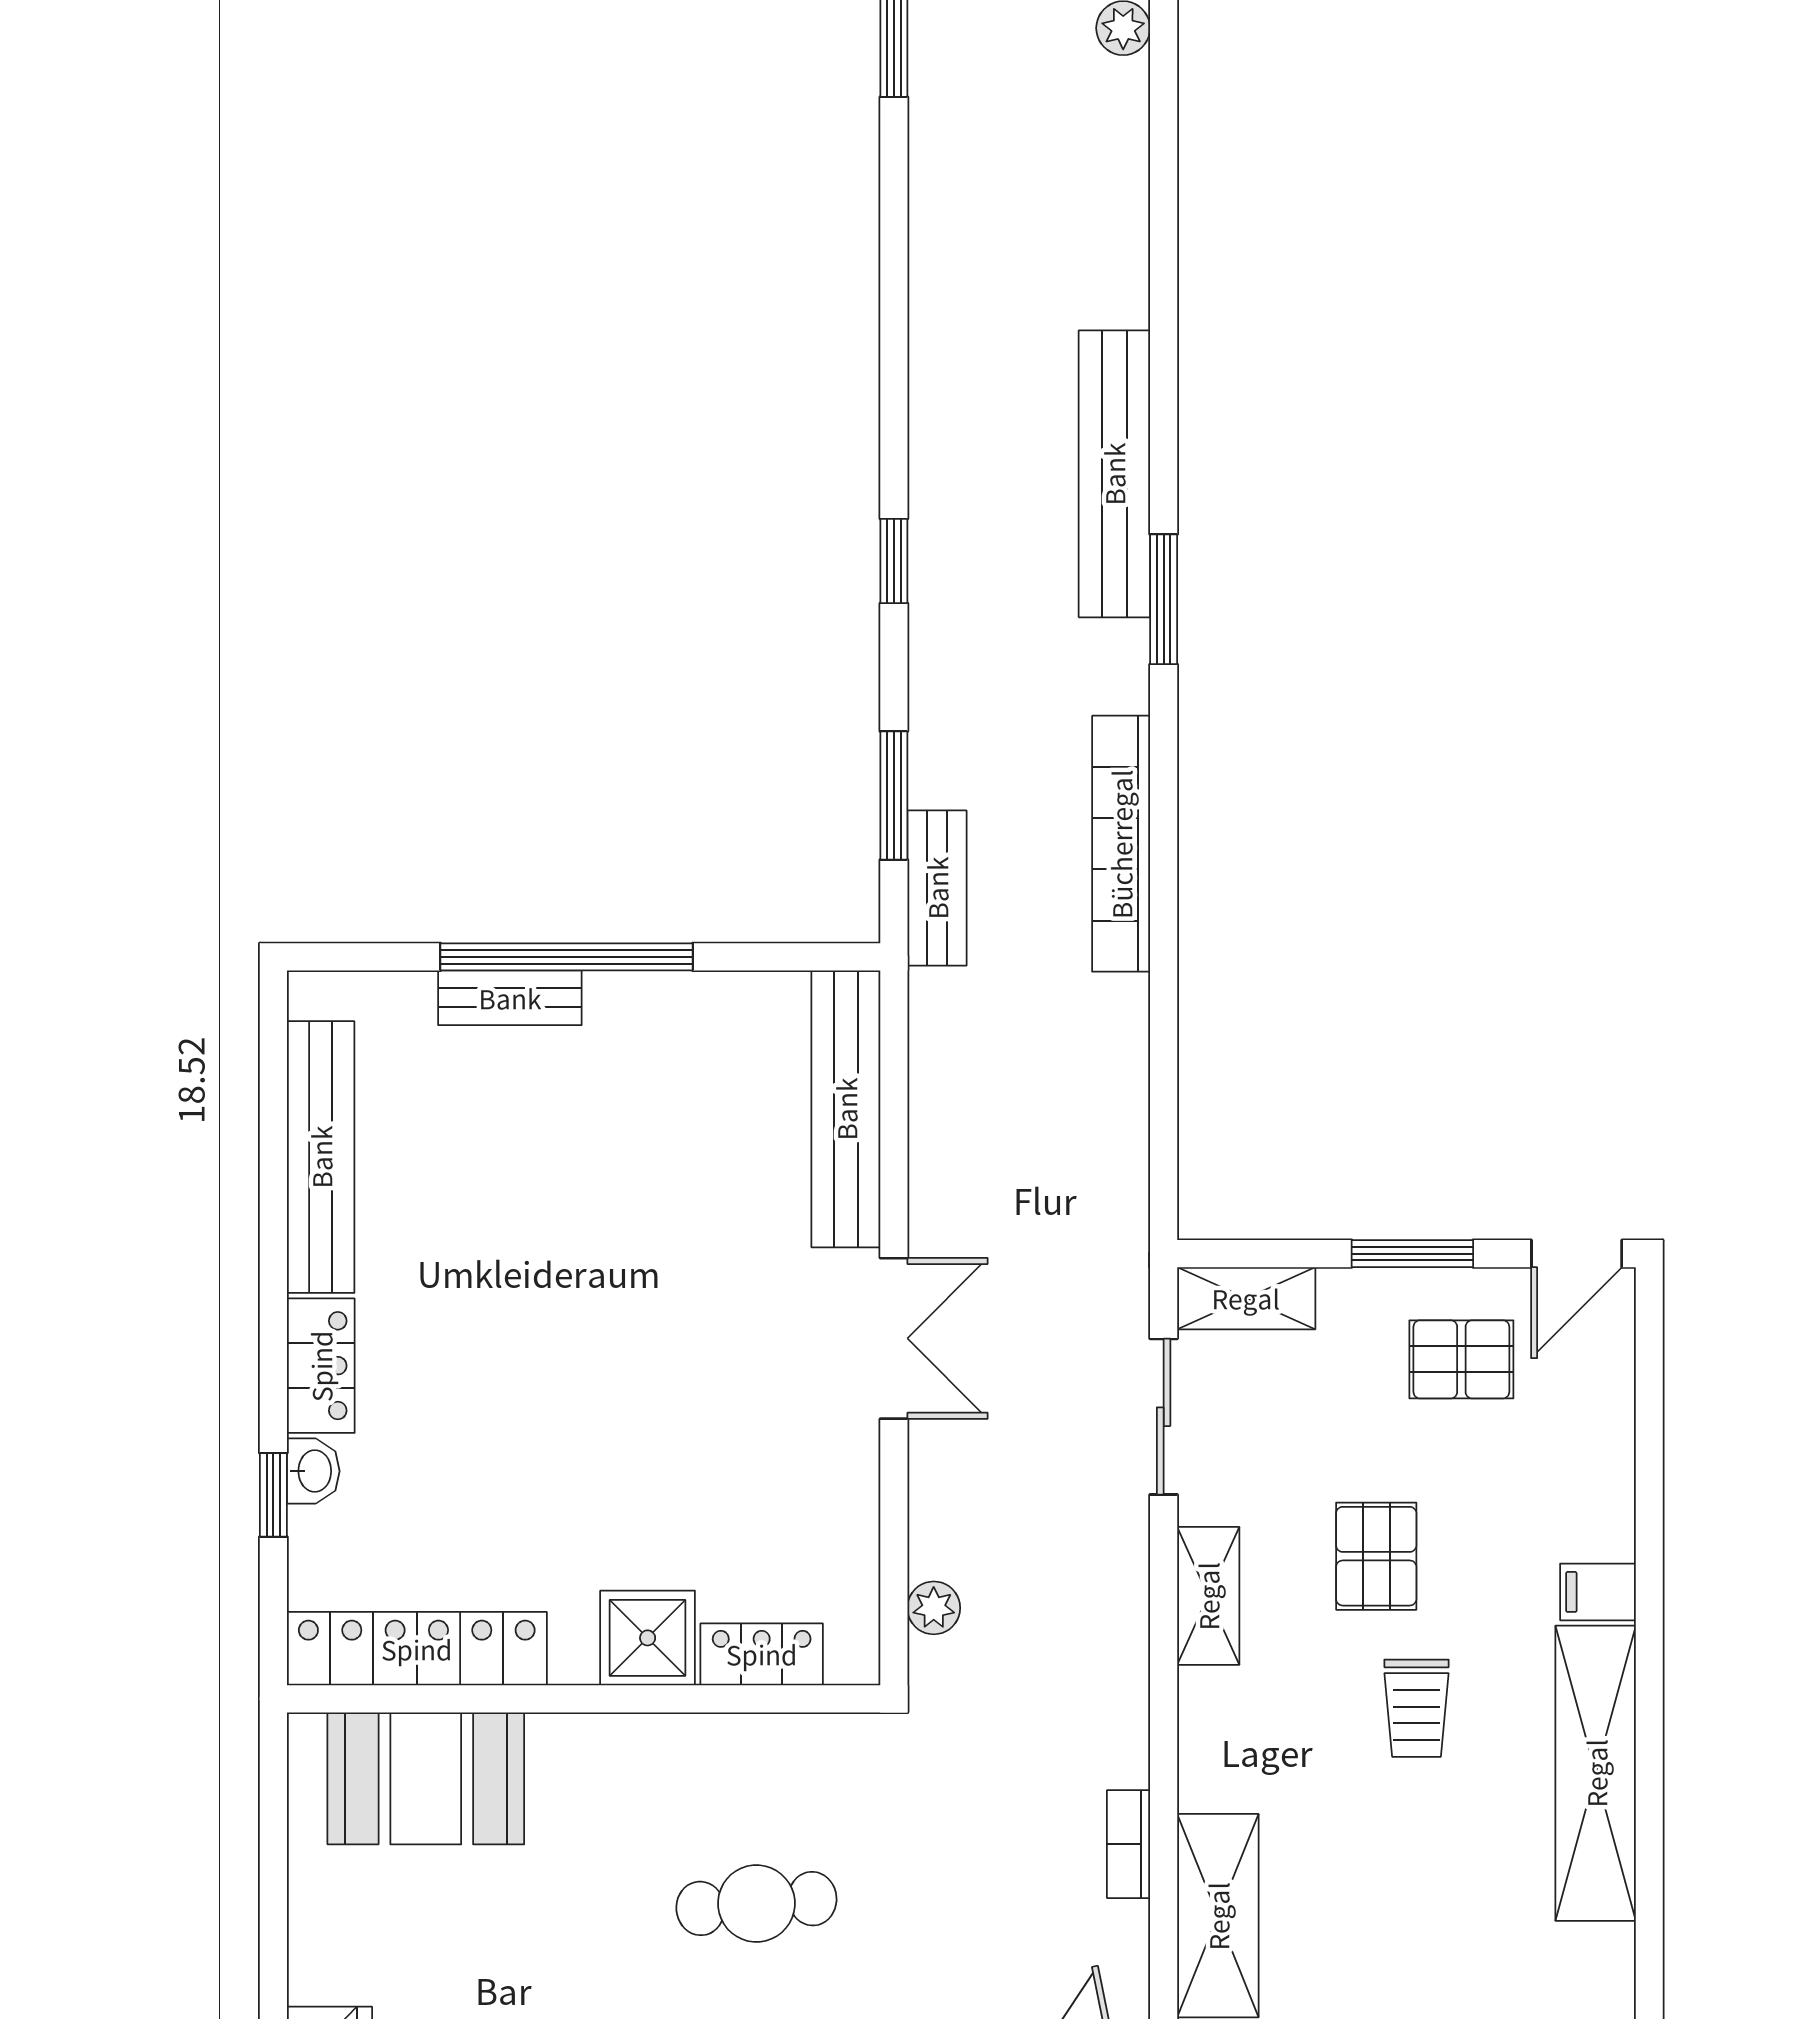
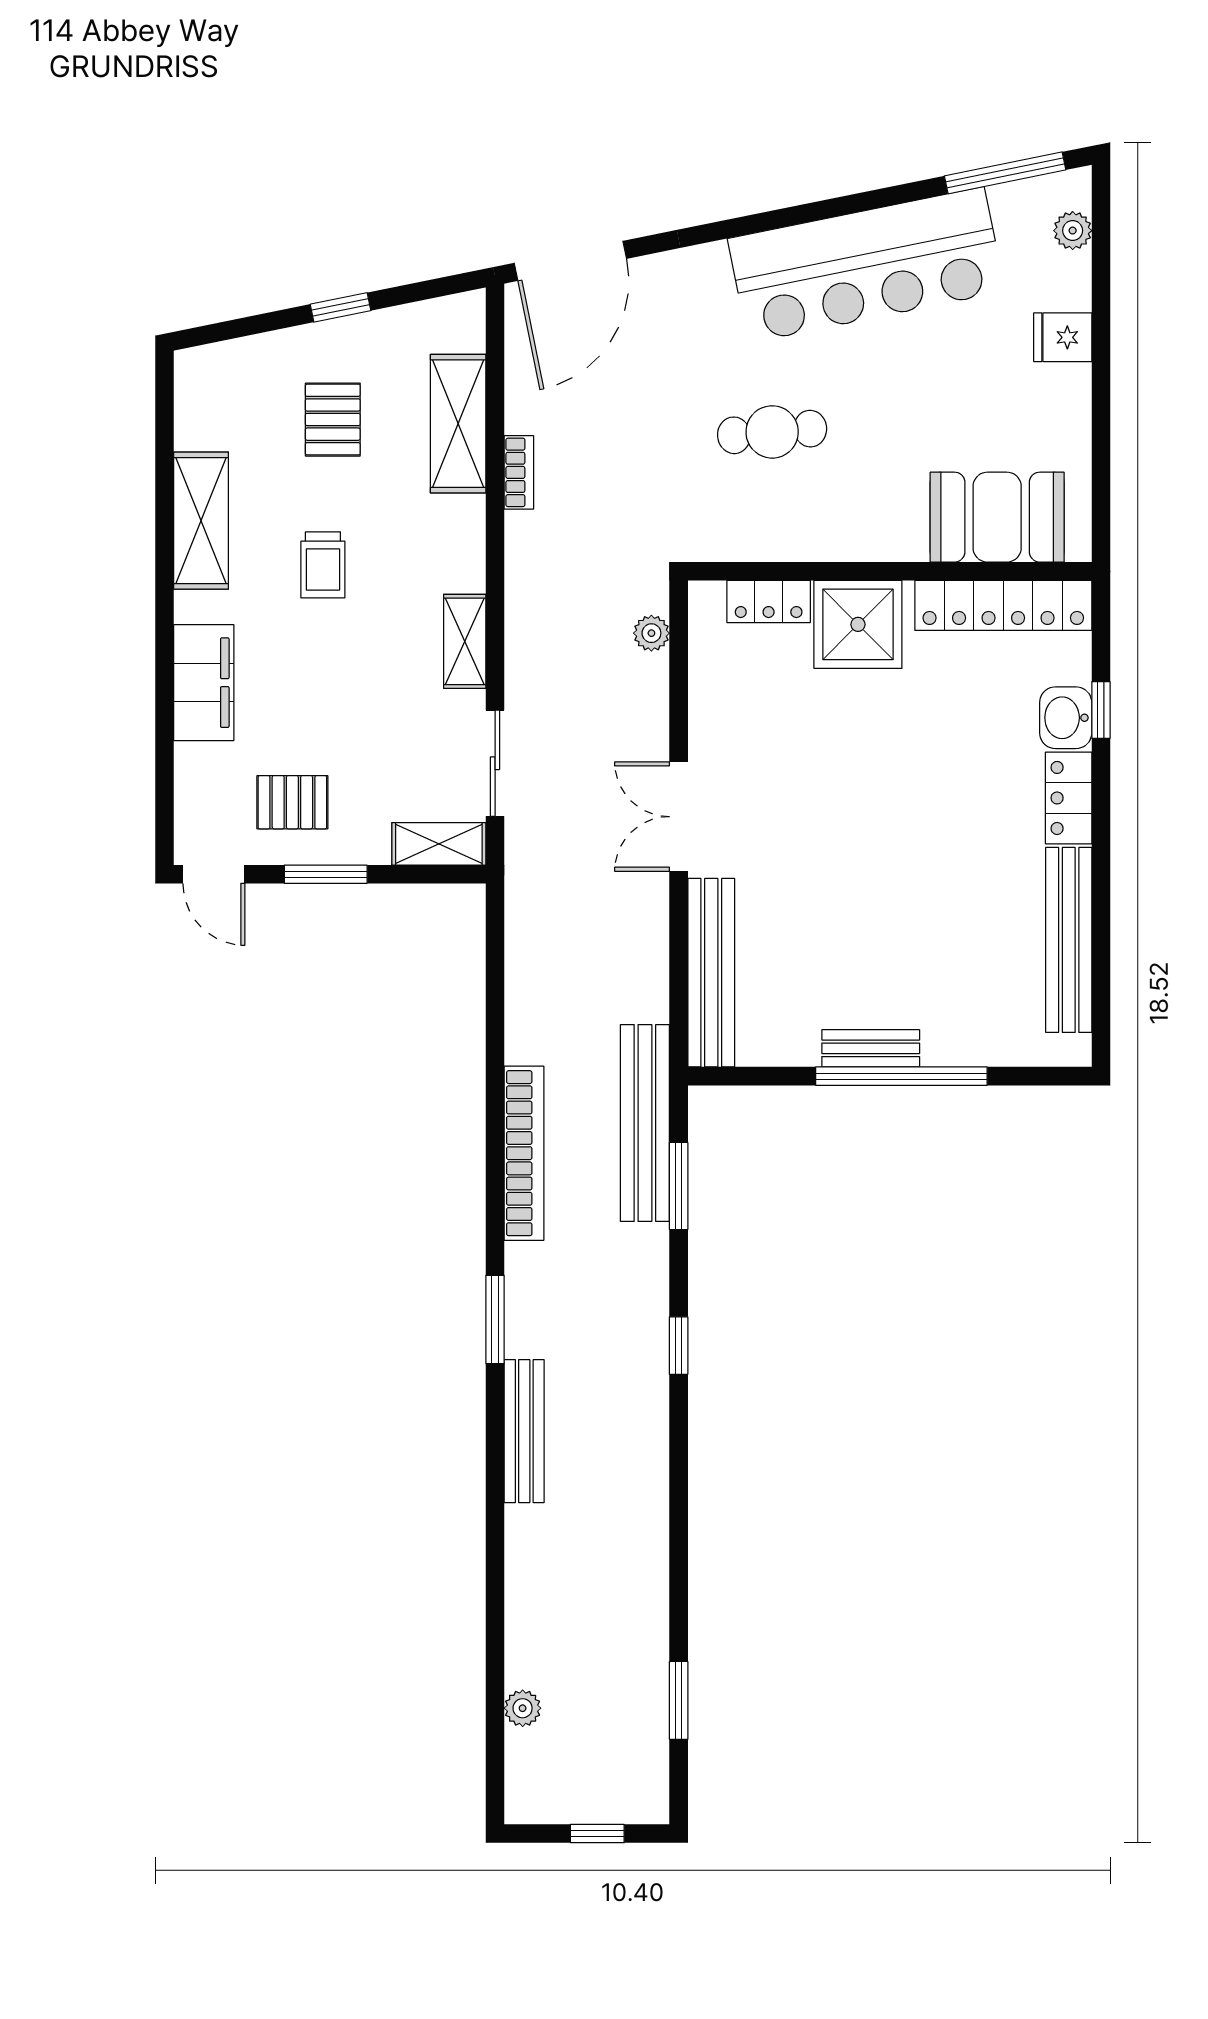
bench: (1114, 474) -> (524, 1431), width x0.73, depth x0.82
bench: (937, 888) -> (645, 1123), width x1.86, depth x1.21
bench: (510, 998) -> (871, 1048), moved
door: (1577, 1254) -> (214, 874), swing flipped
washbasin: (313, 1471) -> (1066, 718), width x1.38, depth x1.45
pallet: (1376, 1556) -> (333, 420), moved
filing cabinet: (1598, 1592) -> (204, 683), width x3.00, depth x1.17
shower: (648, 1638) -> (858, 624), width x1.36, depth x1.36
trolley: (1417, 1708) -> (323, 565), turned 180
shelving: (1596, 1773) -> (201, 521), width x0.68

